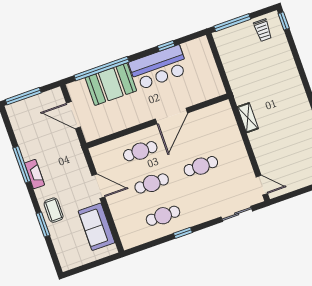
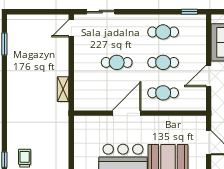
door: (262, 185) -> (71, 28), hinge flipped
door: (98, 186) -> (209, 76), hinge flipped
window: (183, 233) -> (189, 12), moved

